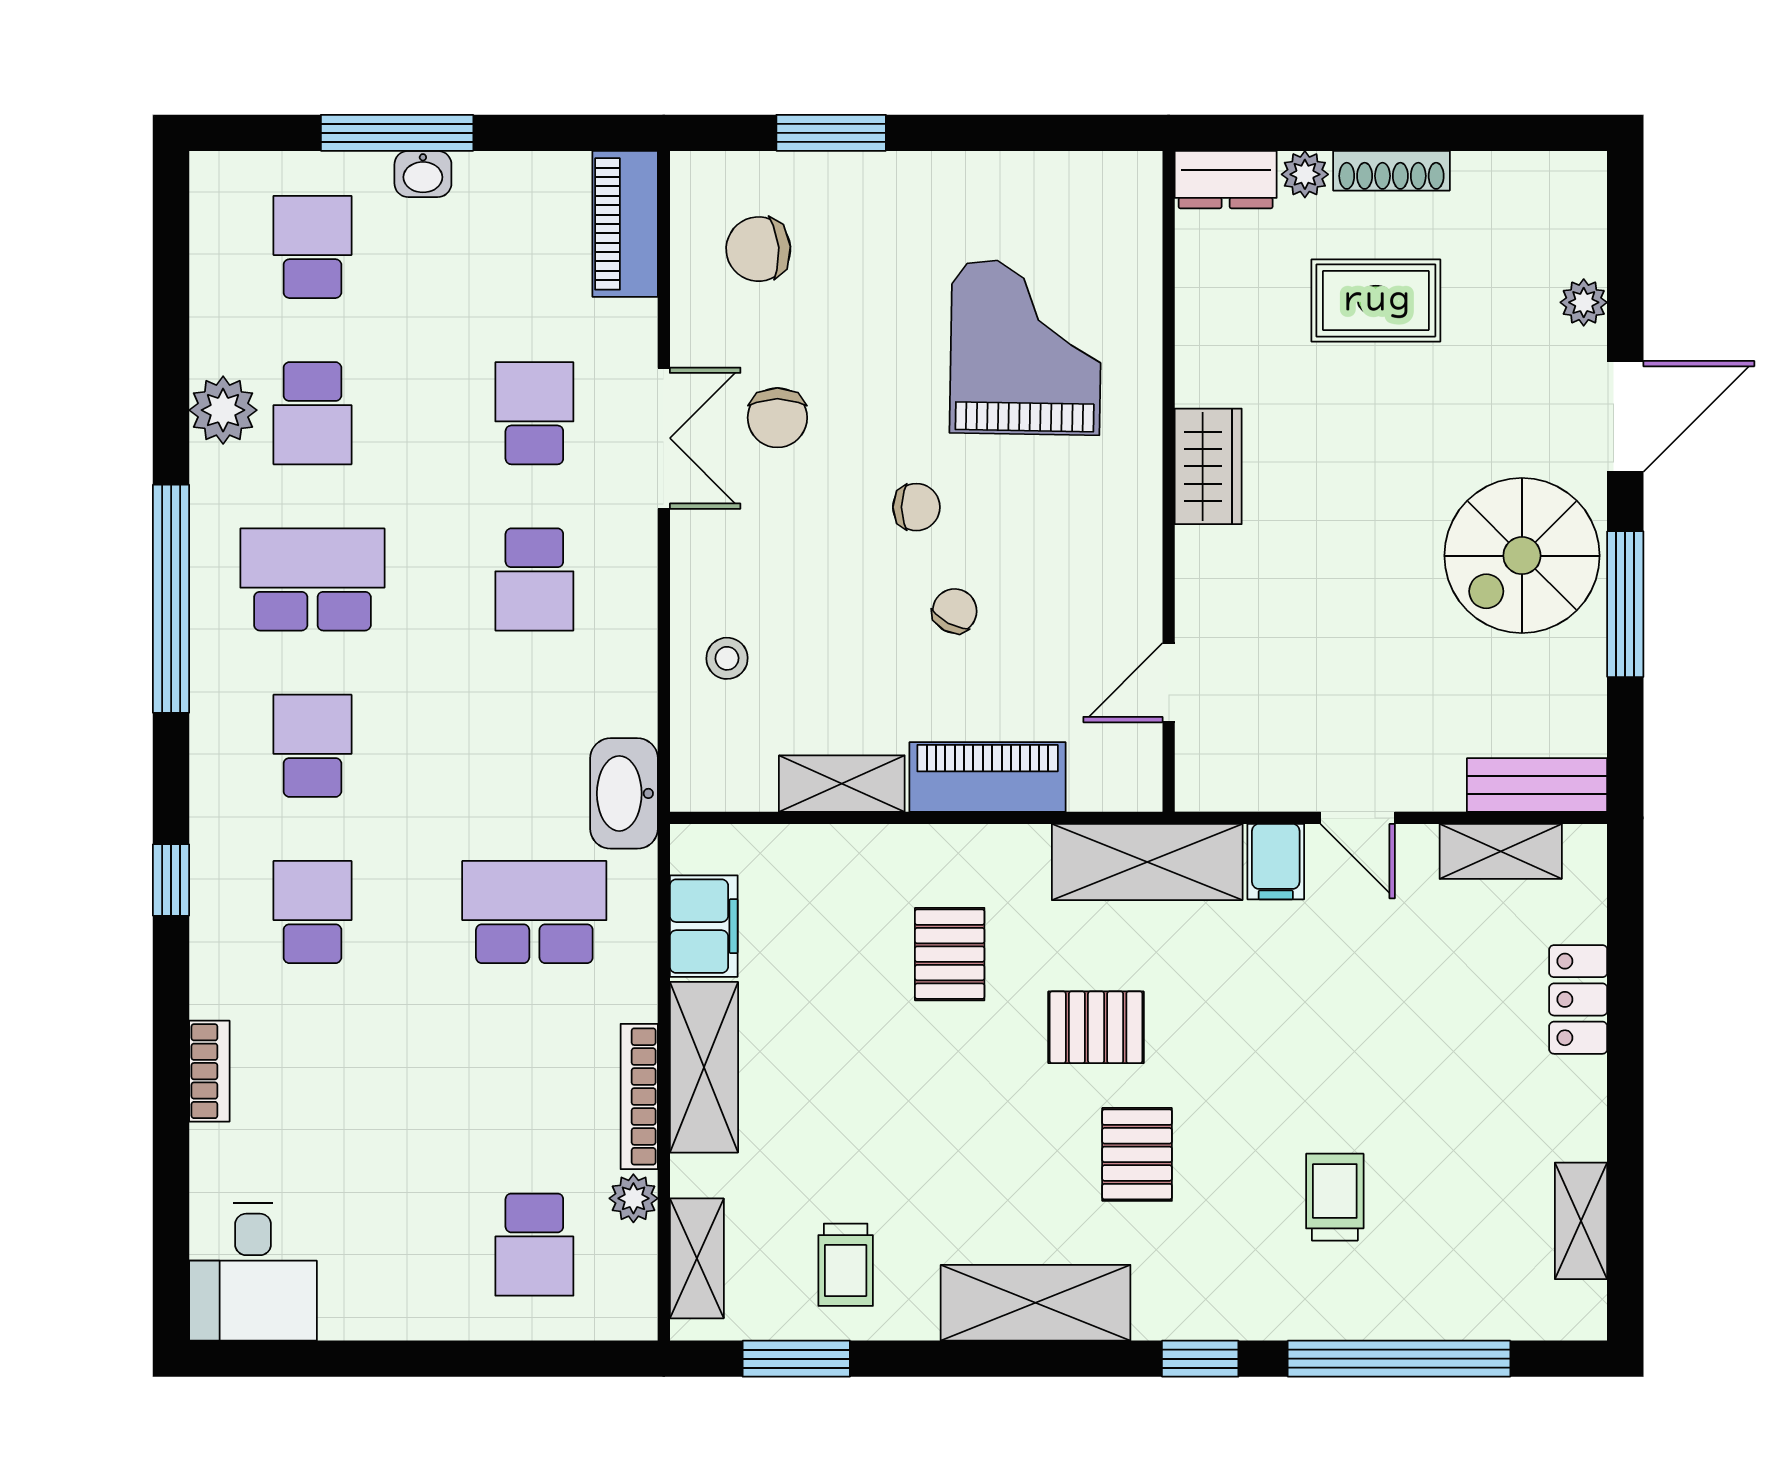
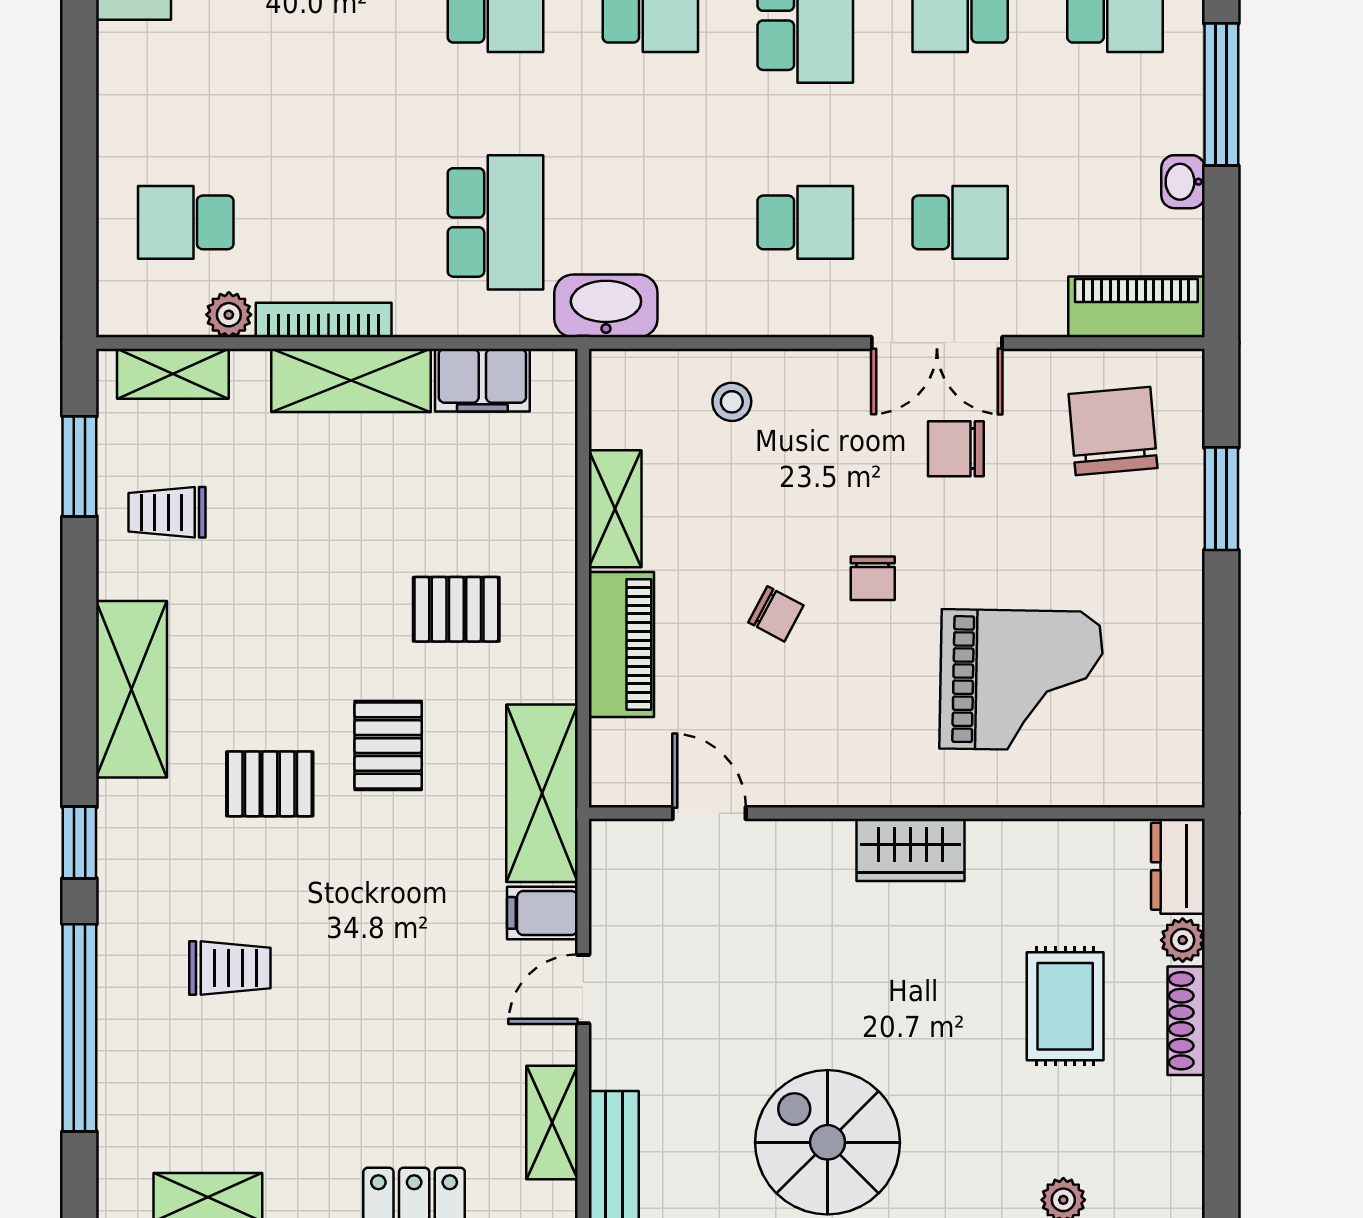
washbasin: (423, 174) -> (1183, 182), moved
chair: (758, 249) -> (1113, 431), width x1.37, depth x1.37
school desk: (534, 579) -> (805, 222), turned 180

